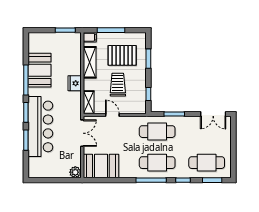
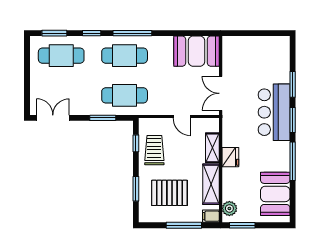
booth: (39, 70) -> (275, 194), moved
trolley: (118, 85) -> (154, 150), moved, turned 180
shelving: (89, 102) -> (212, 148), moved
bar counter: (40, 126) -> (274, 112), width x0.73
plant: (75, 172) -> (229, 208), moved

